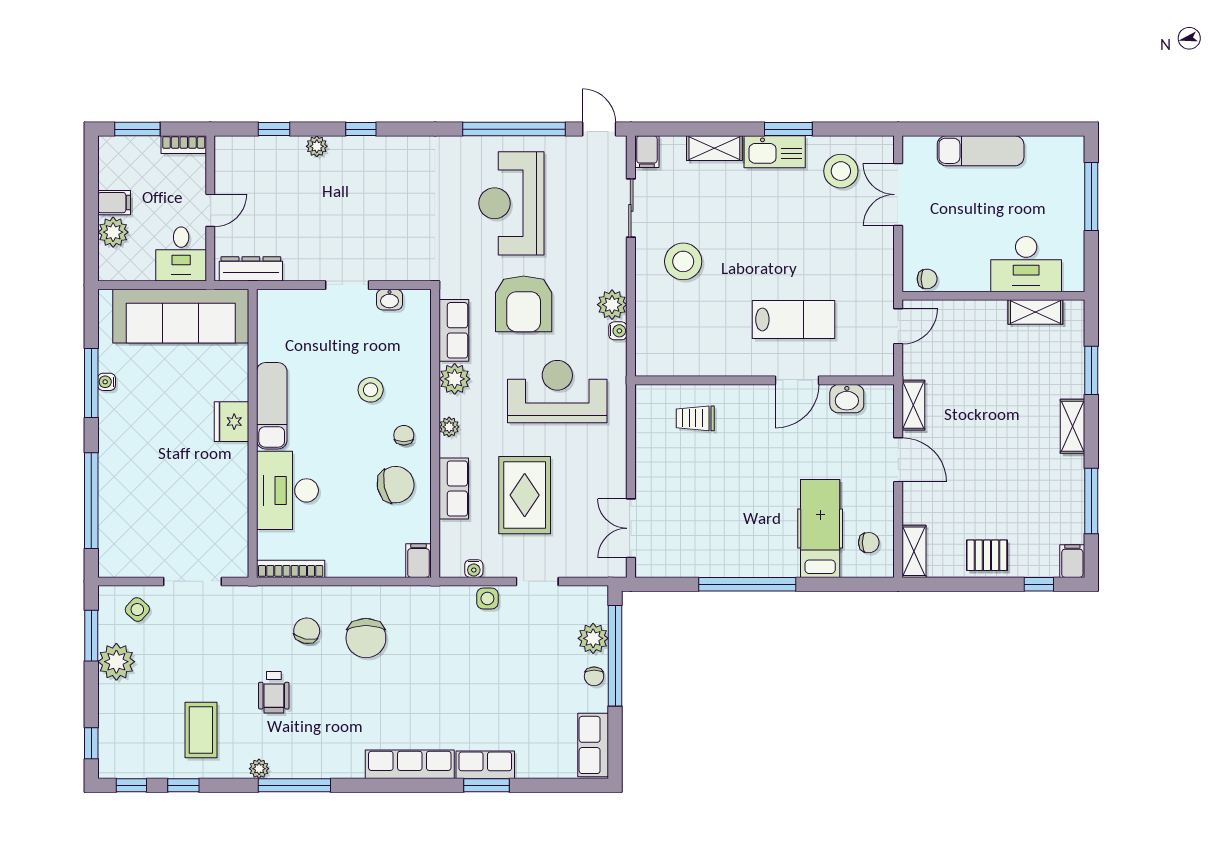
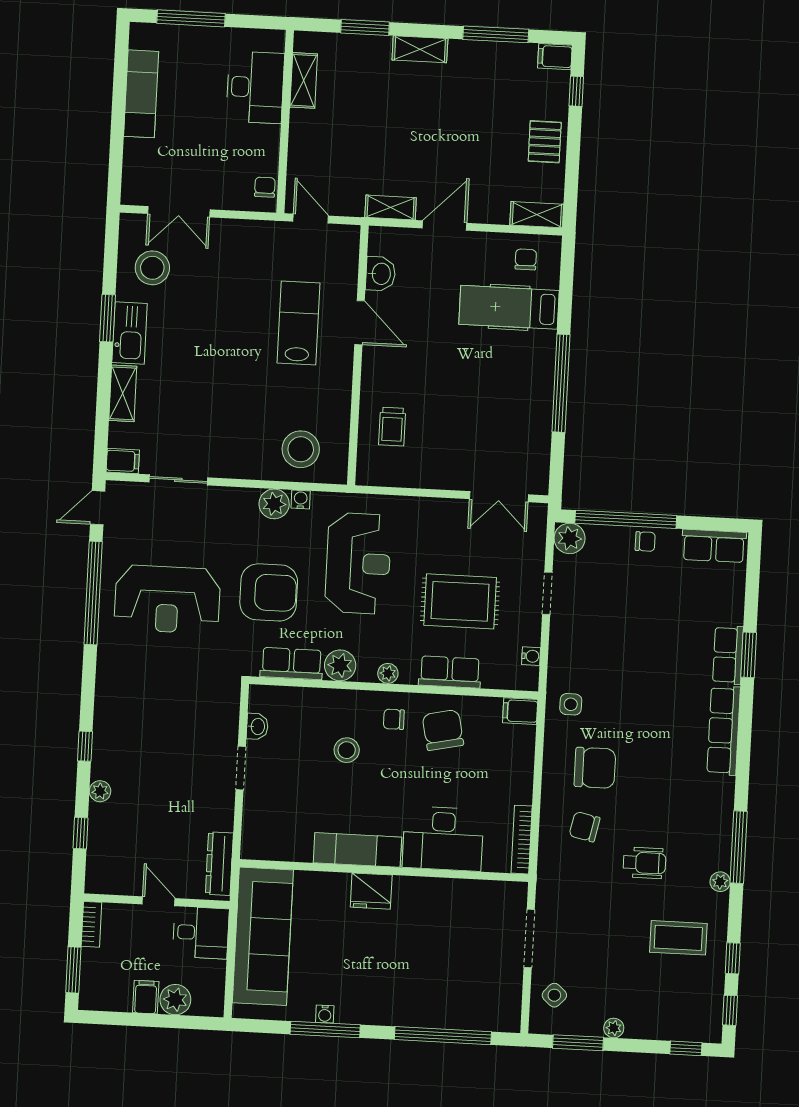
exam couch: (981, 151) -> (141, 94), moved
stool: (683, 261) -> (301, 449), moved
reception desk: (557, 392) -> (358, 563), turned 180
side table: (487, 599) -> (571, 704), moved
plant: (593, 638) -> (570, 538), moved
plant: (116, 662) -> (614, 1028), width x0.53, depth x0.53

